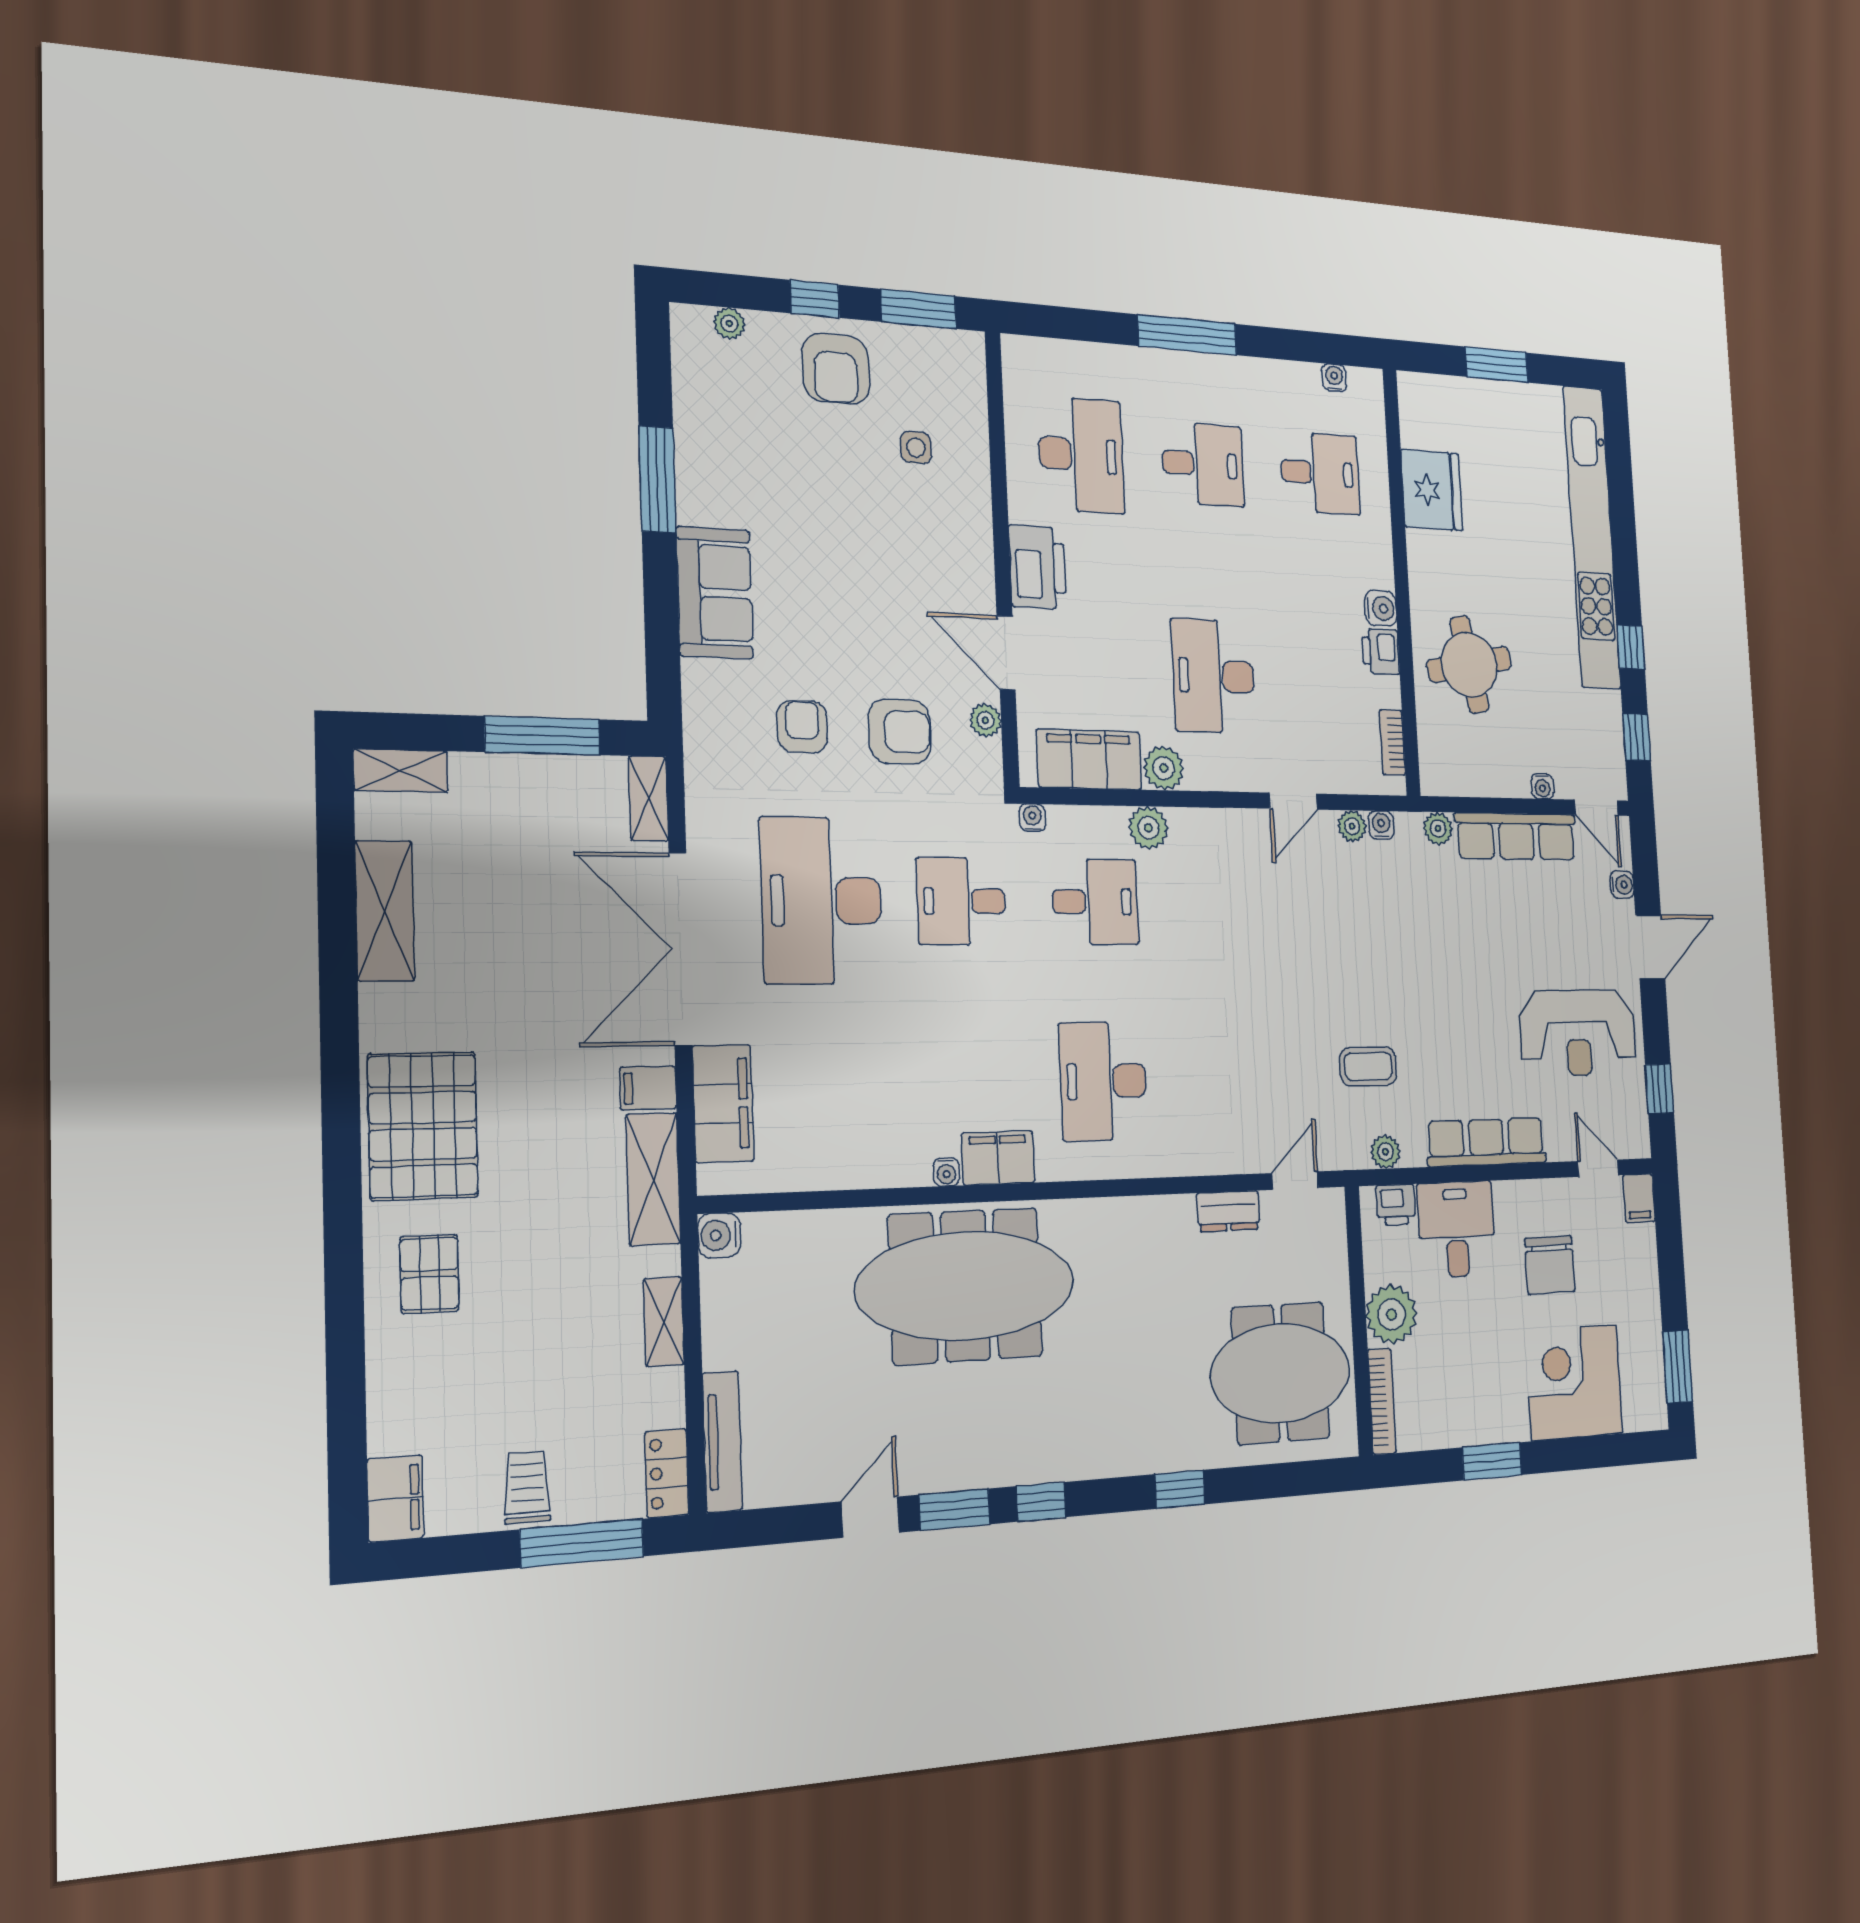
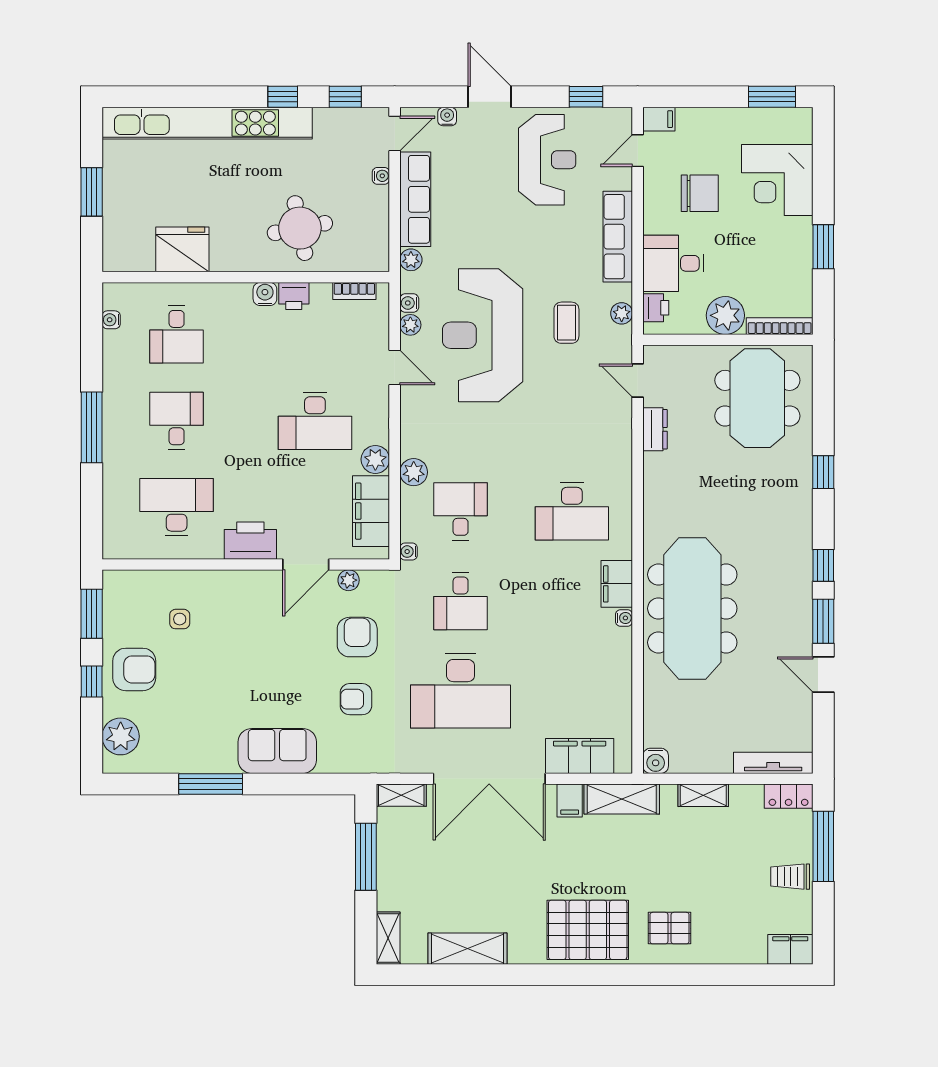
plant: (729, 324) -> (121, 736), width x1.88, depth x1.88
desk: (1320, 473) -> (177, 334), turned 180
reception desk: (1344, 937) -> (483, 335), added

